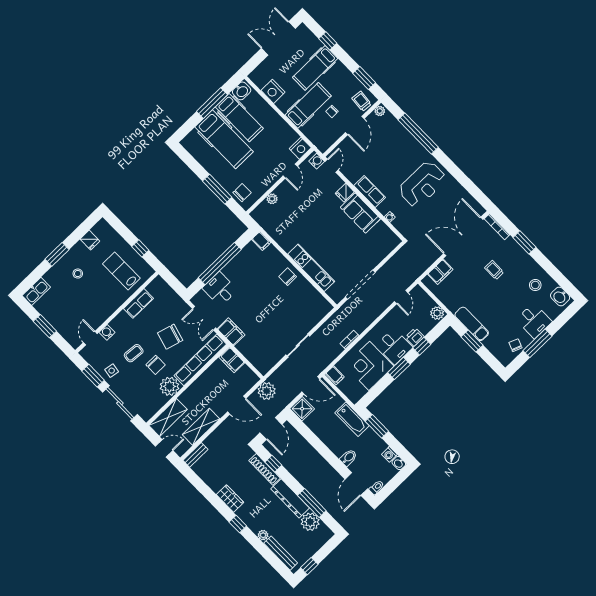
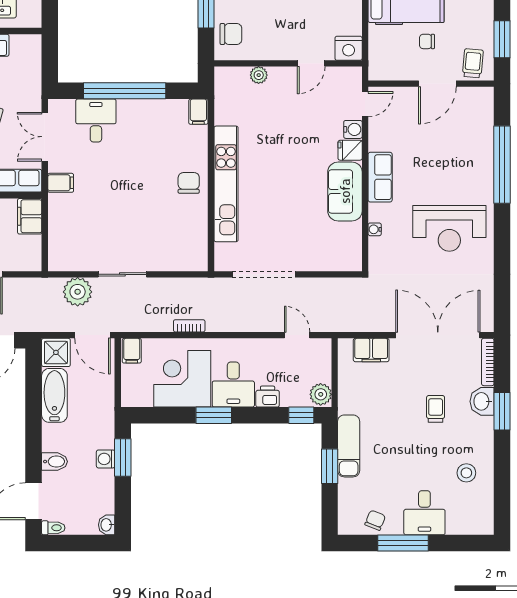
plant: (380, 111) -> (483, 95), removed
water cooler: (317, 161) -> (353, 129), moved
kitchen unit: (311, 268) -> (226, 184), width x1.36
door: (401, 297) -> (297, 335), swing flipped
washbasin: (560, 297) -> (482, 401), moved
filing cabinet: (231, 332) -> (61, 183), width x0.50
window: (422, 346) -> (301, 415), moved
plant: (267, 391) -> (78, 292), moved
bathtub: (352, 419) -> (54, 395), moved, turned 180
washing machine: (389, 454) -> (106, 459), moved

